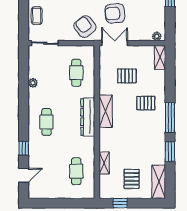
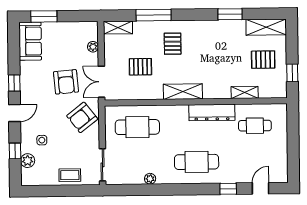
plant: (157, 36) -> (93, 47), moved
cafe table: (76, 73) -> (137, 127), width x1.37, depth x1.35
pallet: (127, 76) -> (140, 67), turned 90
dresser: (88, 117) -> (212, 113), moved
window: (170, 117) -> (154, 15), moved
cafe table: (46, 122) -> (197, 162), width x1.37, depth x1.35
door: (24, 175) -> (261, 188), hinge flipped

